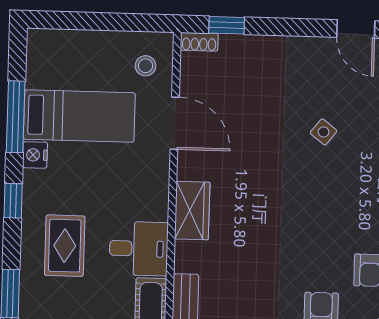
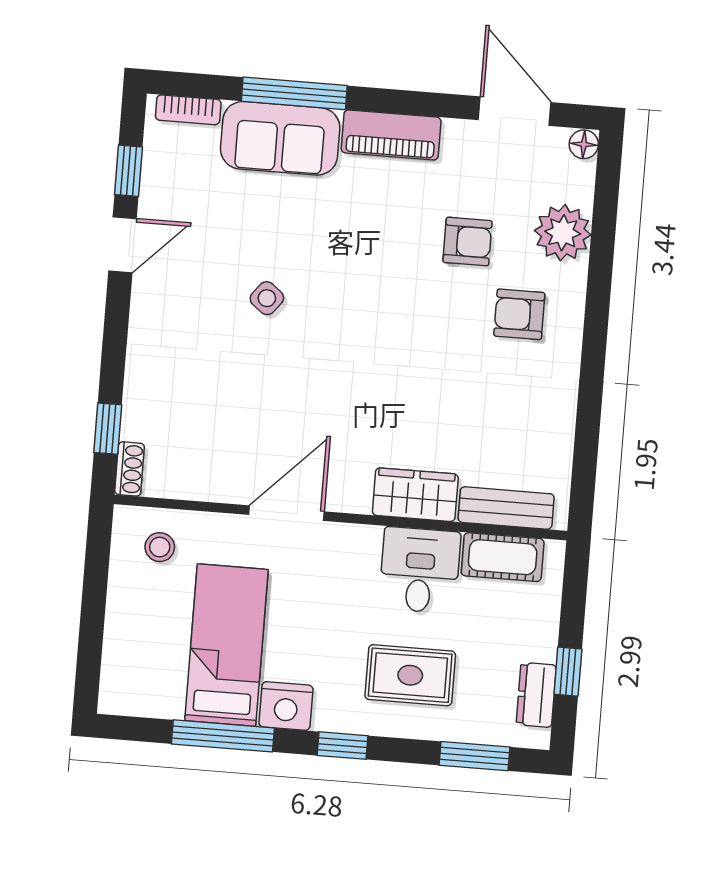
door: (175, 123) -> (286, 513), moved
nightstand: (35, 155) -> (286, 706), width x1.36, depth x1.33
wardrobe: (192, 211) -> (415, 495), moved

